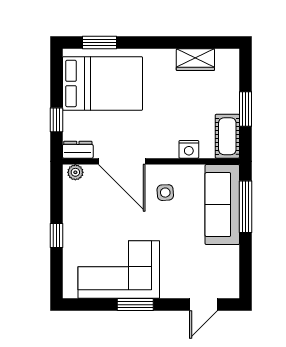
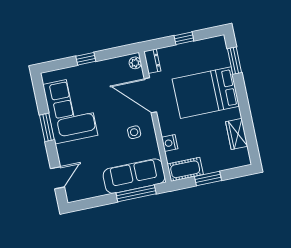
bed: (103, 83) -> (206, 93), moved, turned 90
window: (57, 120) -> (184, 38), moved
door: (122, 161) -> (150, 95), hinge flipped
door: (204, 305) -> (57, 178), swing flipped

